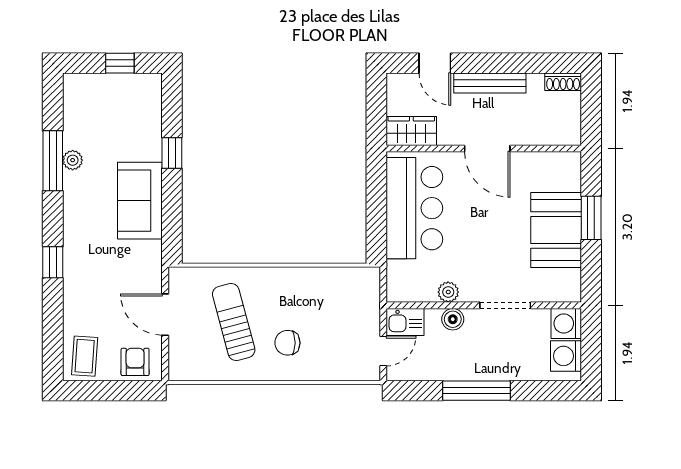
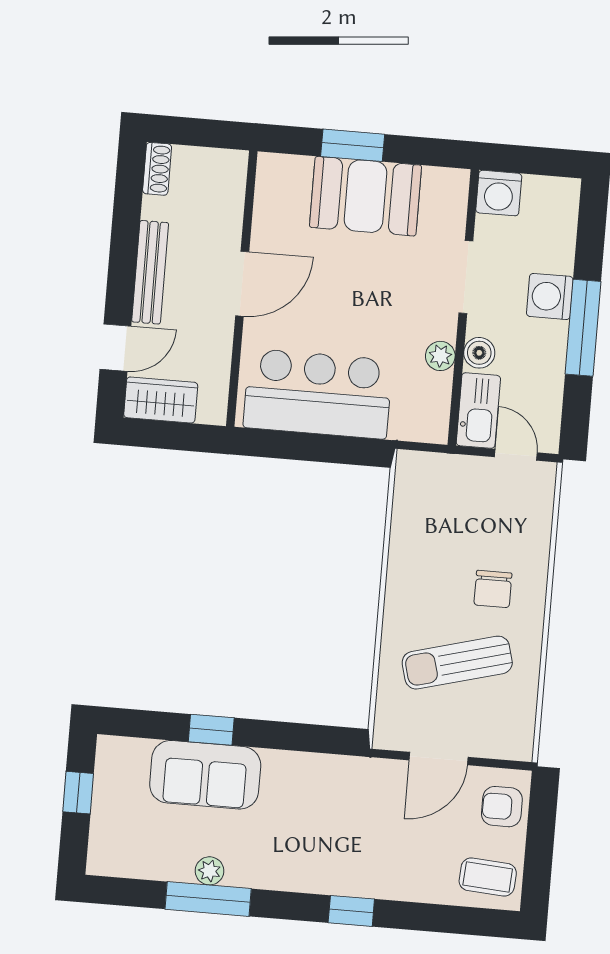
wardrobe: (411, 131) -> (161, 400), moved, turned 90
sofa: (140, 201) -> (205, 775), moved
kitchen sink: (405, 322) -> (478, 411), width x1.38
washing machine: (566, 356) -> (550, 296), moved, turned 90

